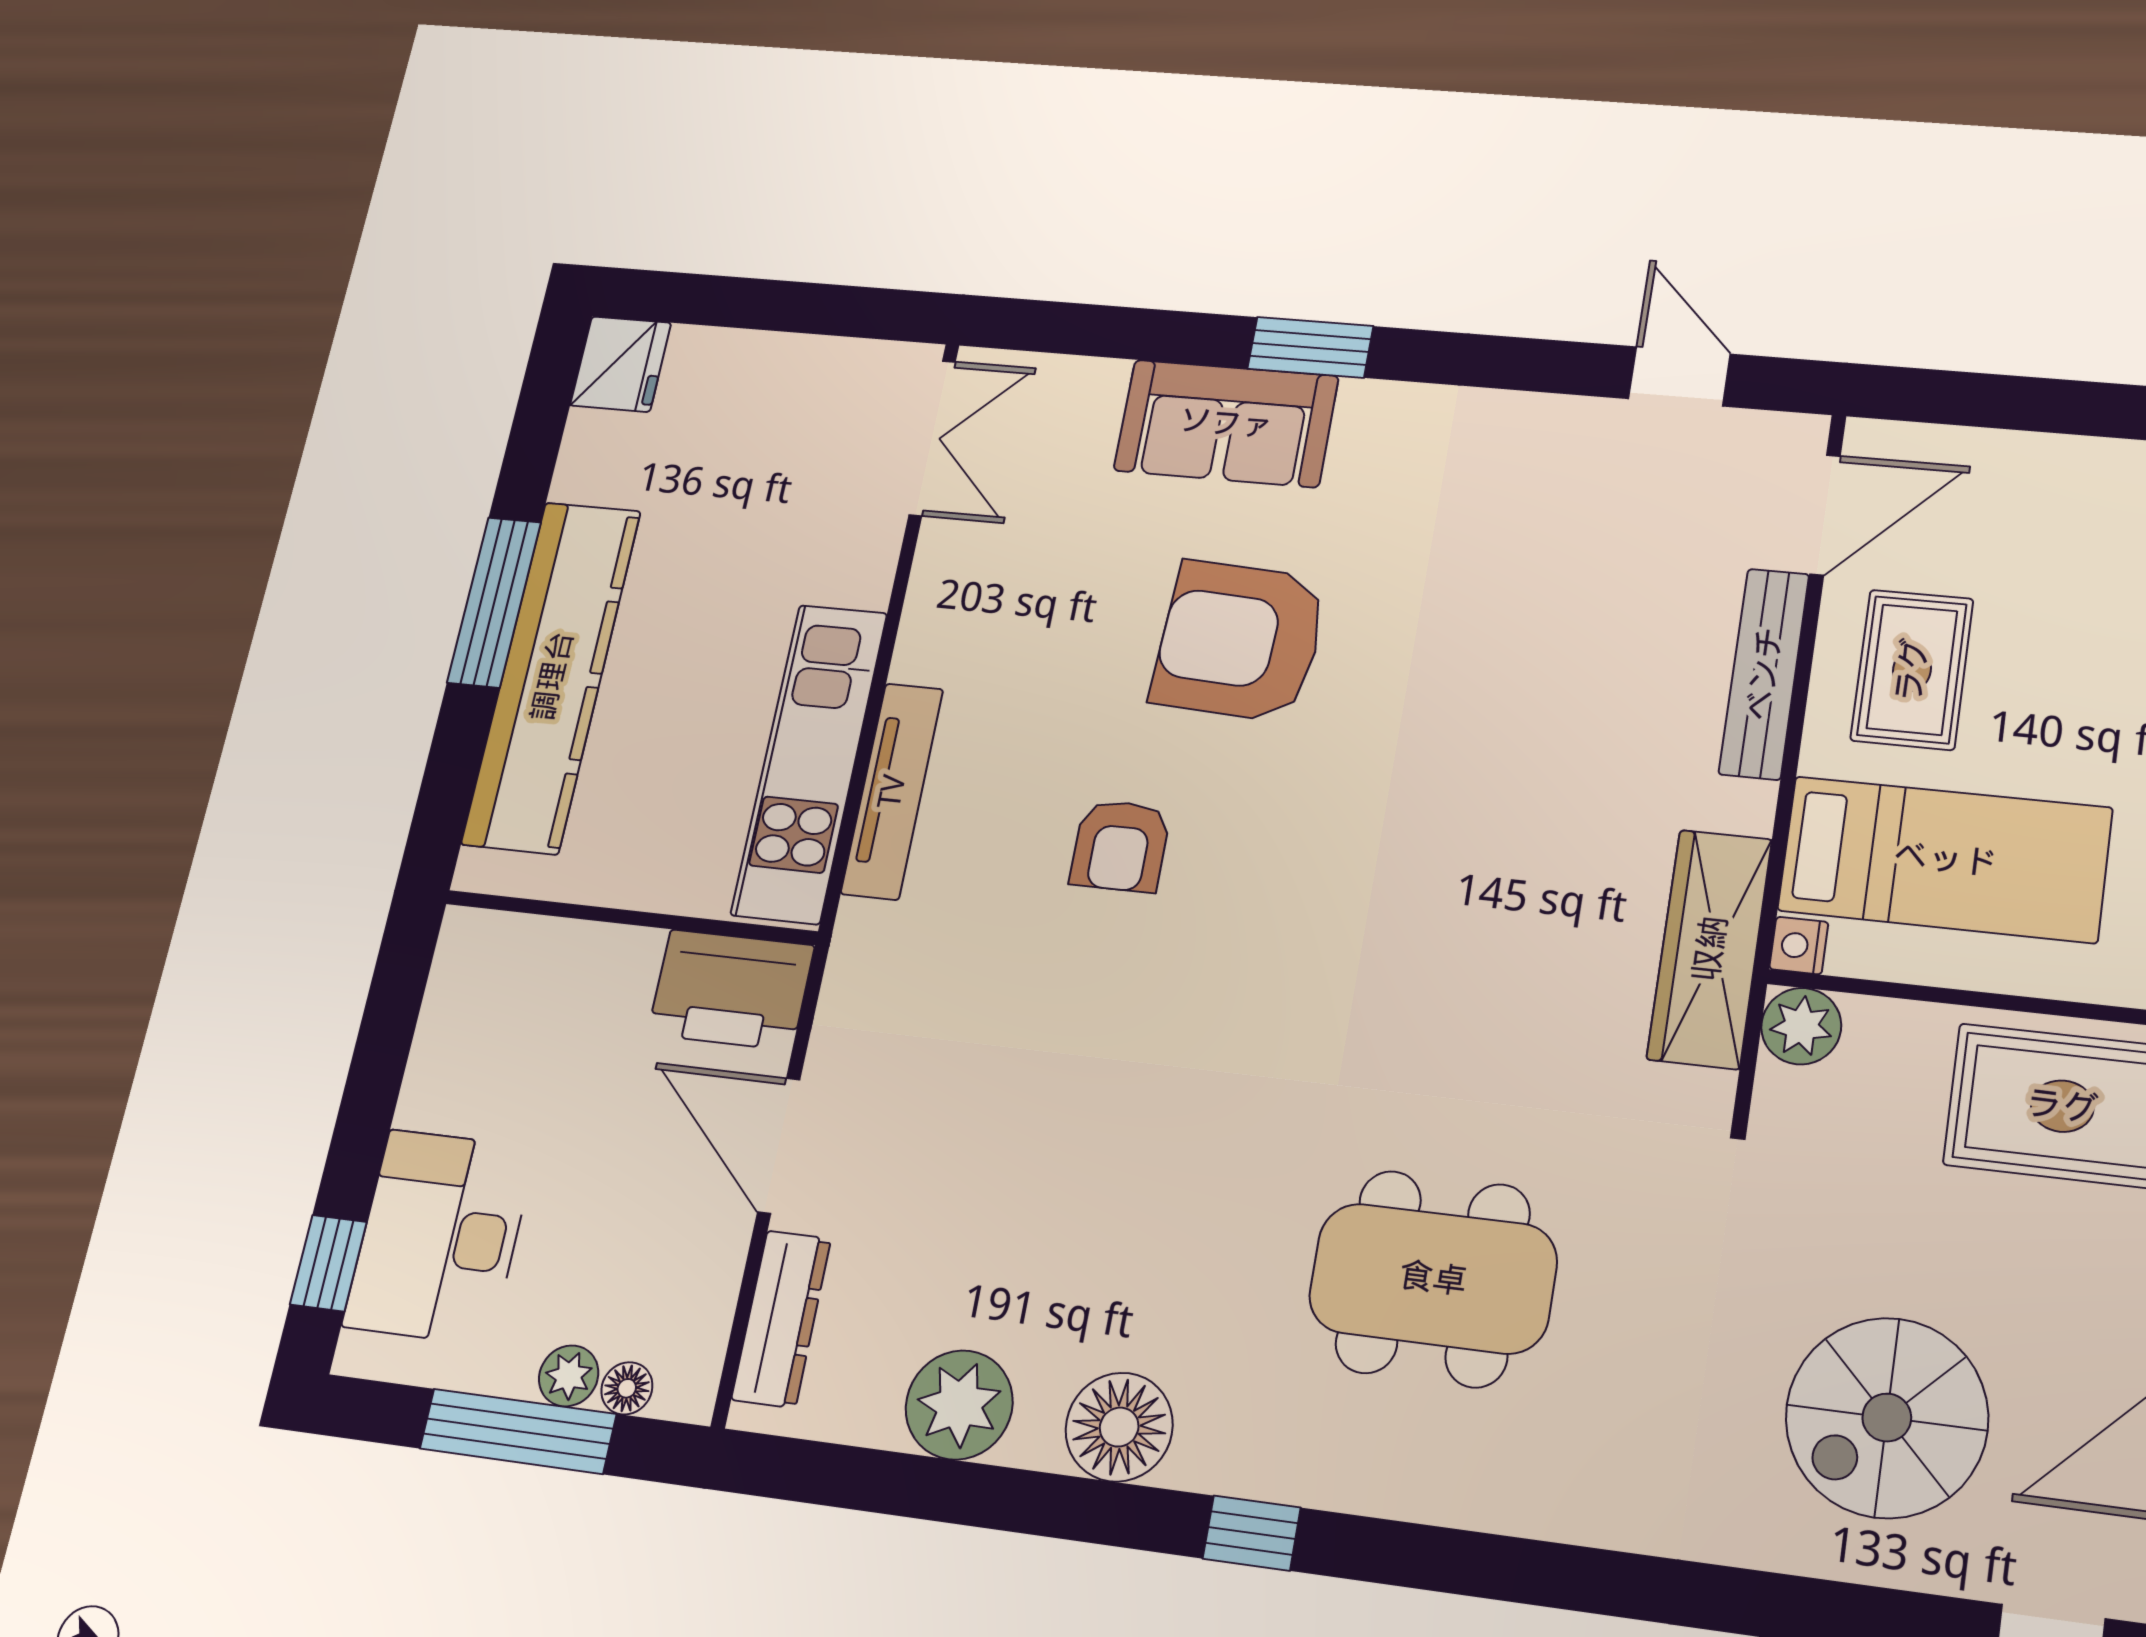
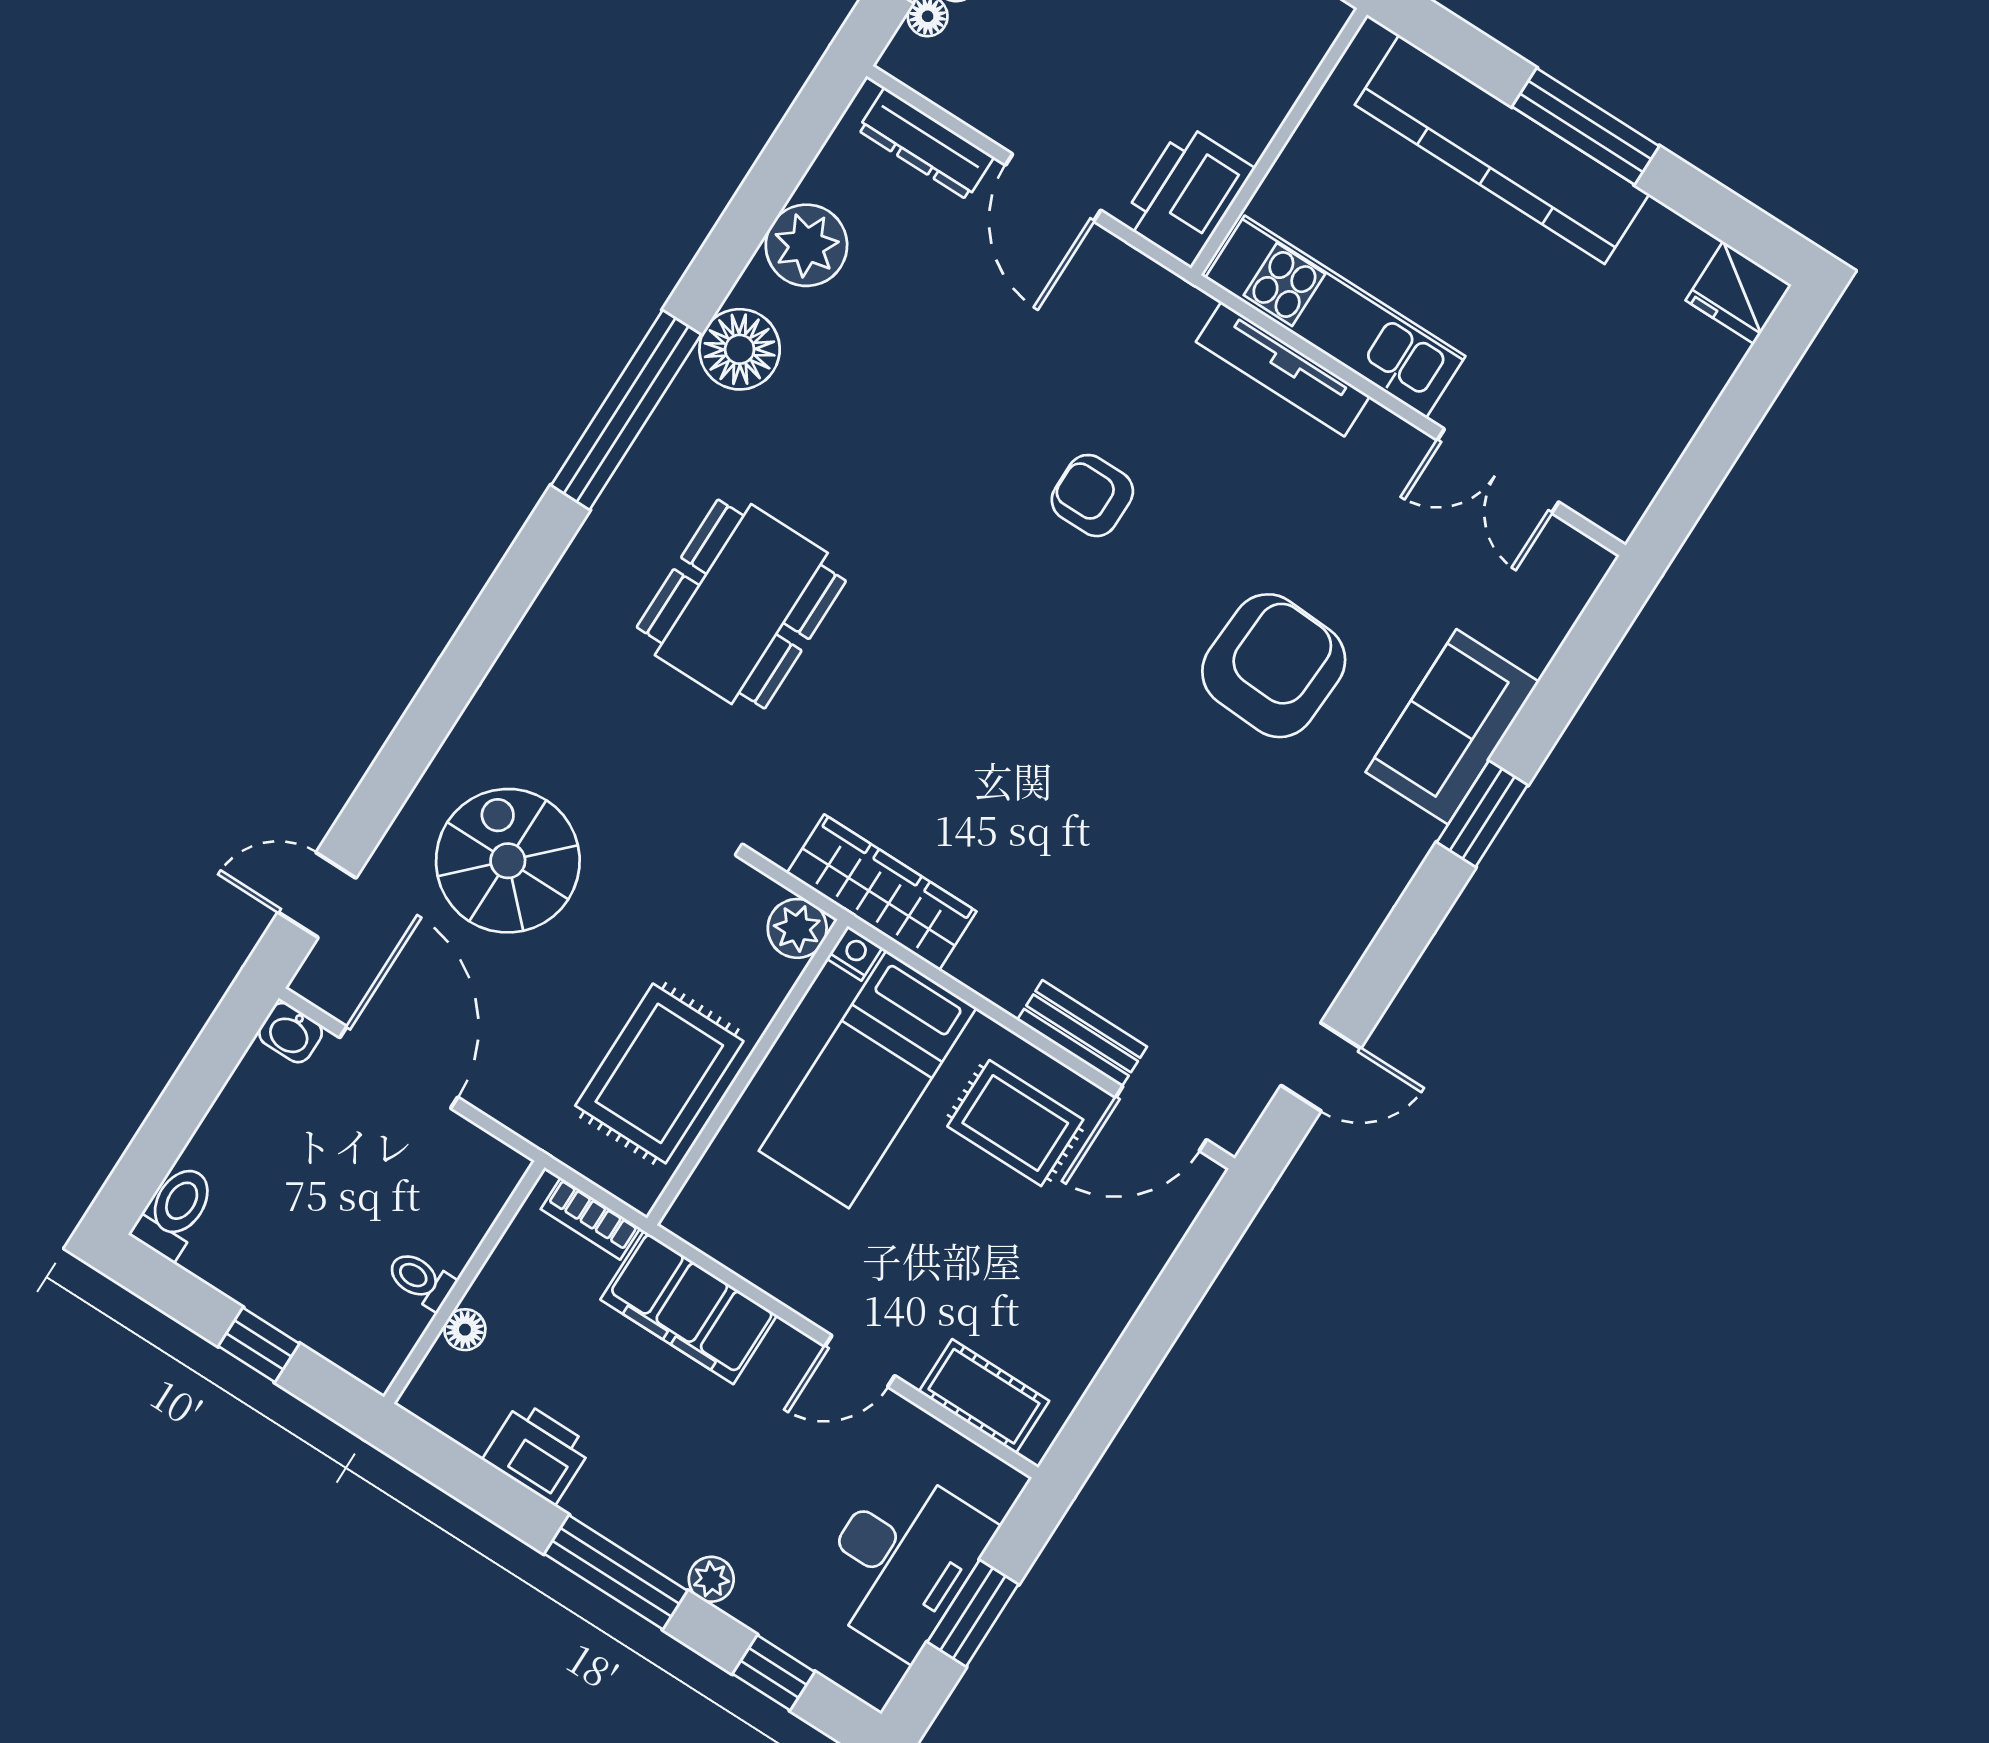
double door: (932, 438) -> (1498, 471), moved
door: (1825, 515) -> (1161, 1119), hinge flipped
bench: (1764, 674) -> (1082, 1033), width x0.73
armchair: (1120, 846) -> (1092, 496), moved
door: (779, 1146) -> (1053, 188), swing flipped
window: (1252, 1533) -> (626, 410), width x3.17

